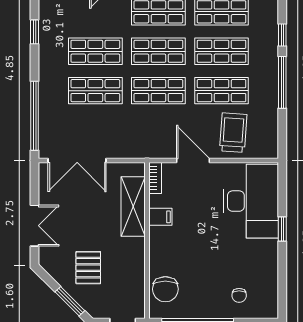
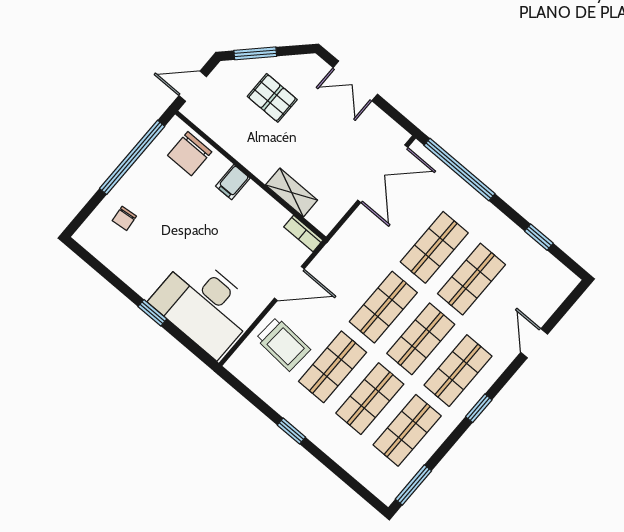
window: (282, 35) -> (336, 469), removed
window: (282, 82) -> (291, 431), width x0.46
double door: (77, 160) -> (383, 174), swing flipped
shelving: (133, 206) -> (292, 193), width x0.67, depth x0.75
filing cabinet: (160, 217) -> (233, 182), moved
chair: (165, 289) -> (190, 154), turned -90
chair: (239, 295) -> (124, 218), turned -96

